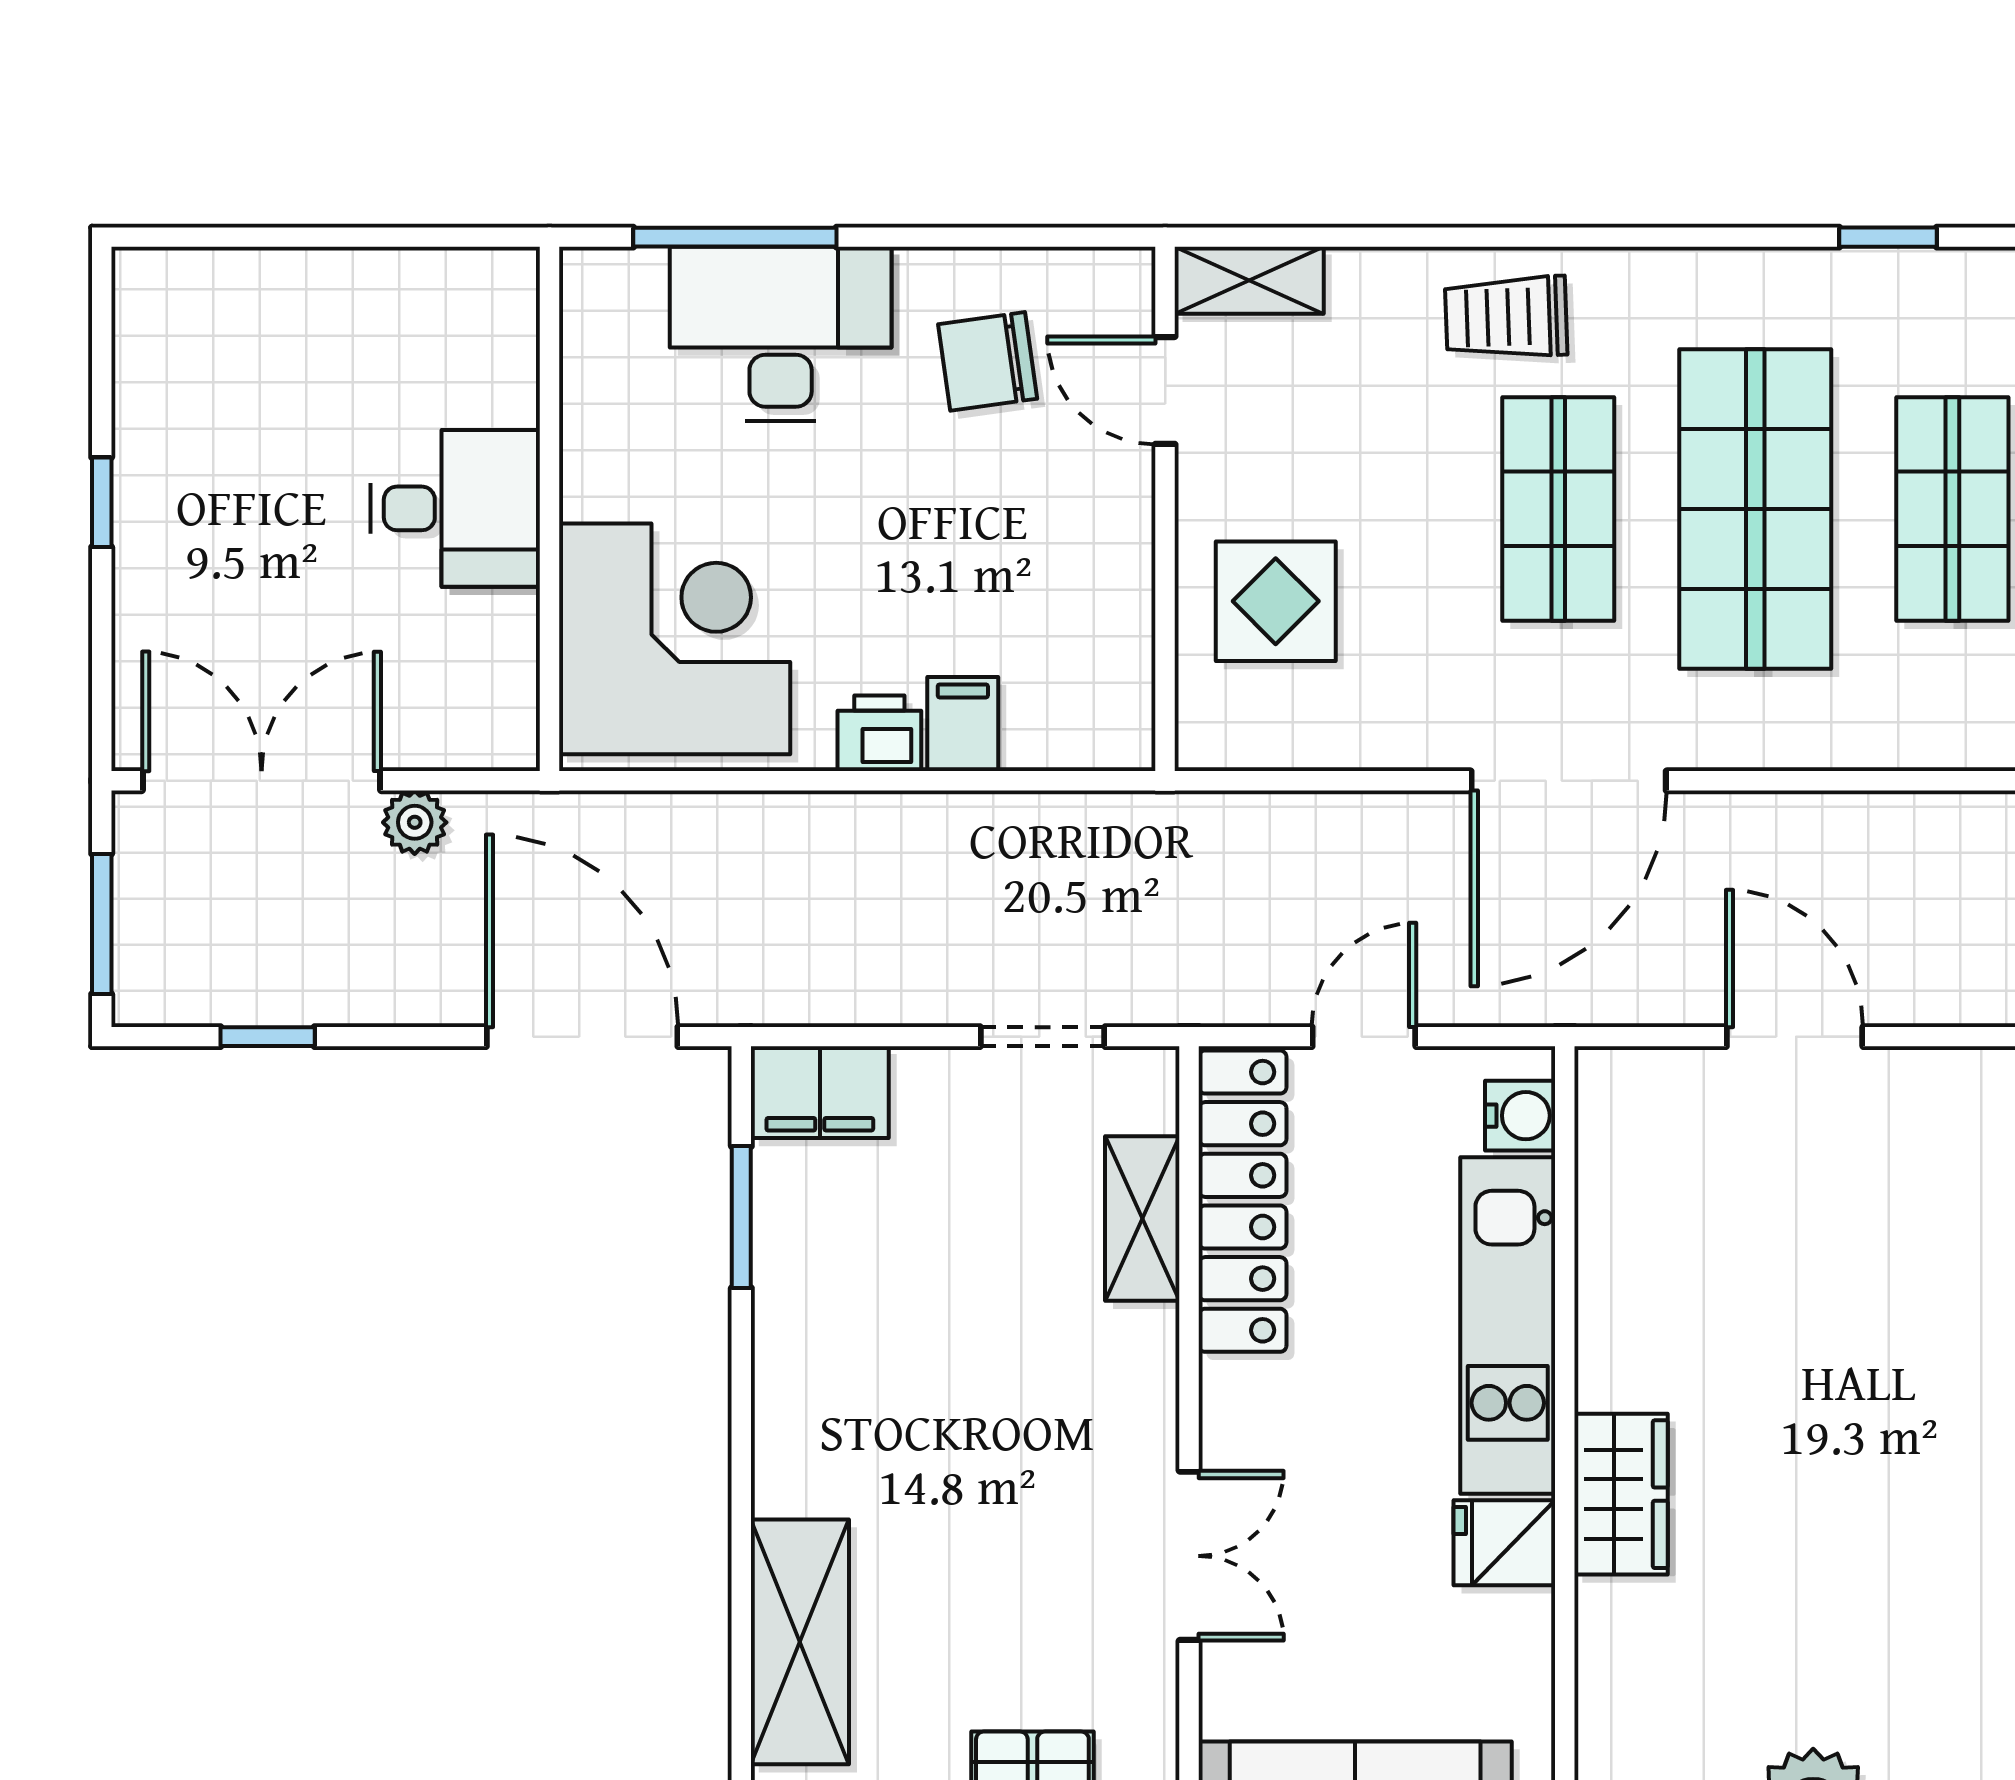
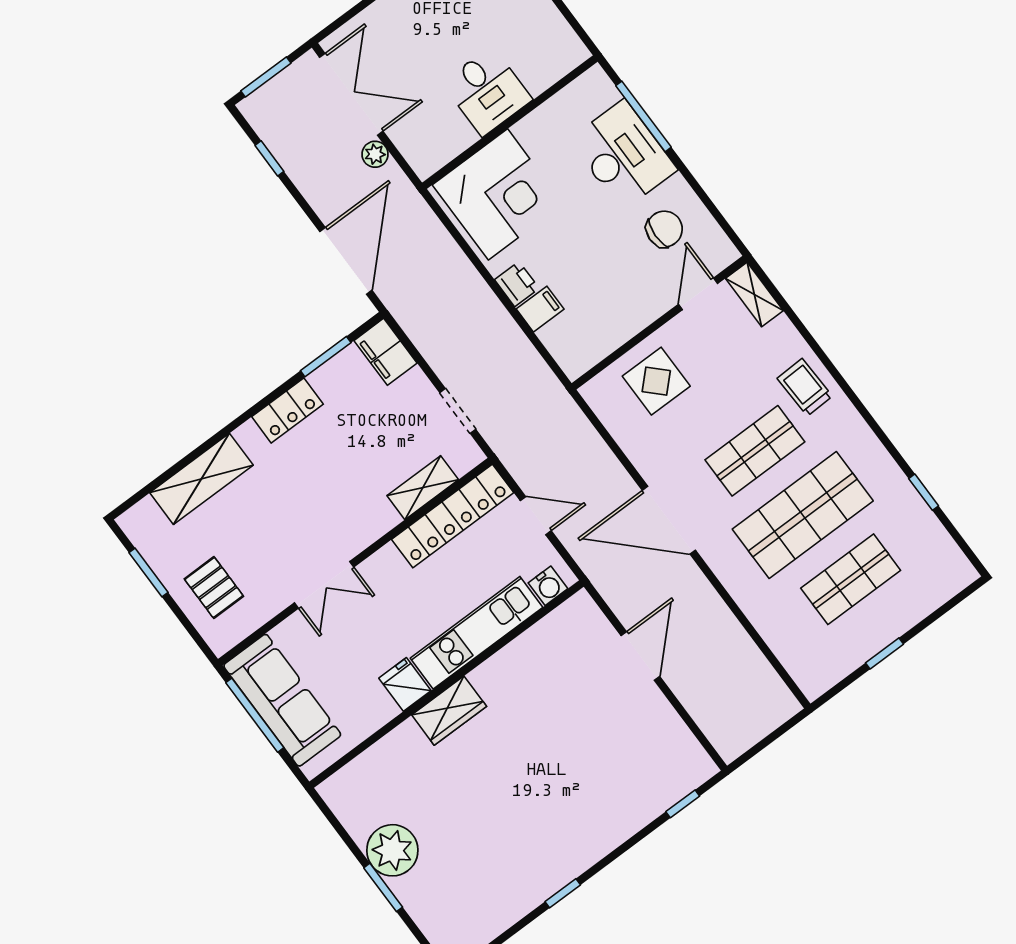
chair: (988, 361) -> (664, 229), turned 100
locker: (791, 1372) -> (288, 410), added

